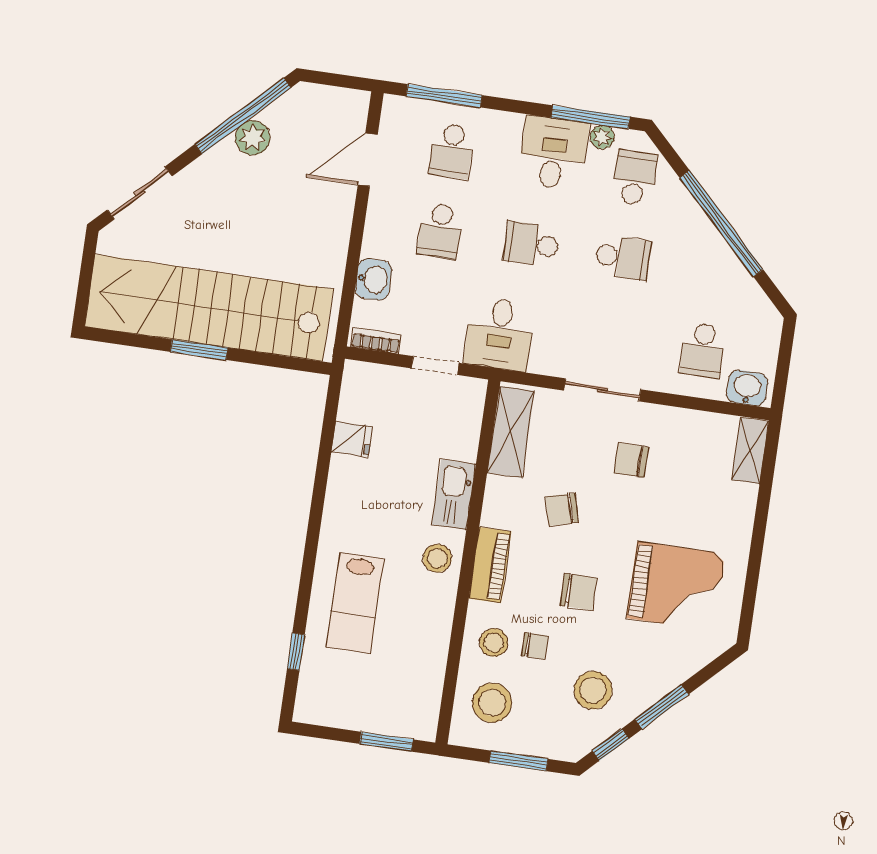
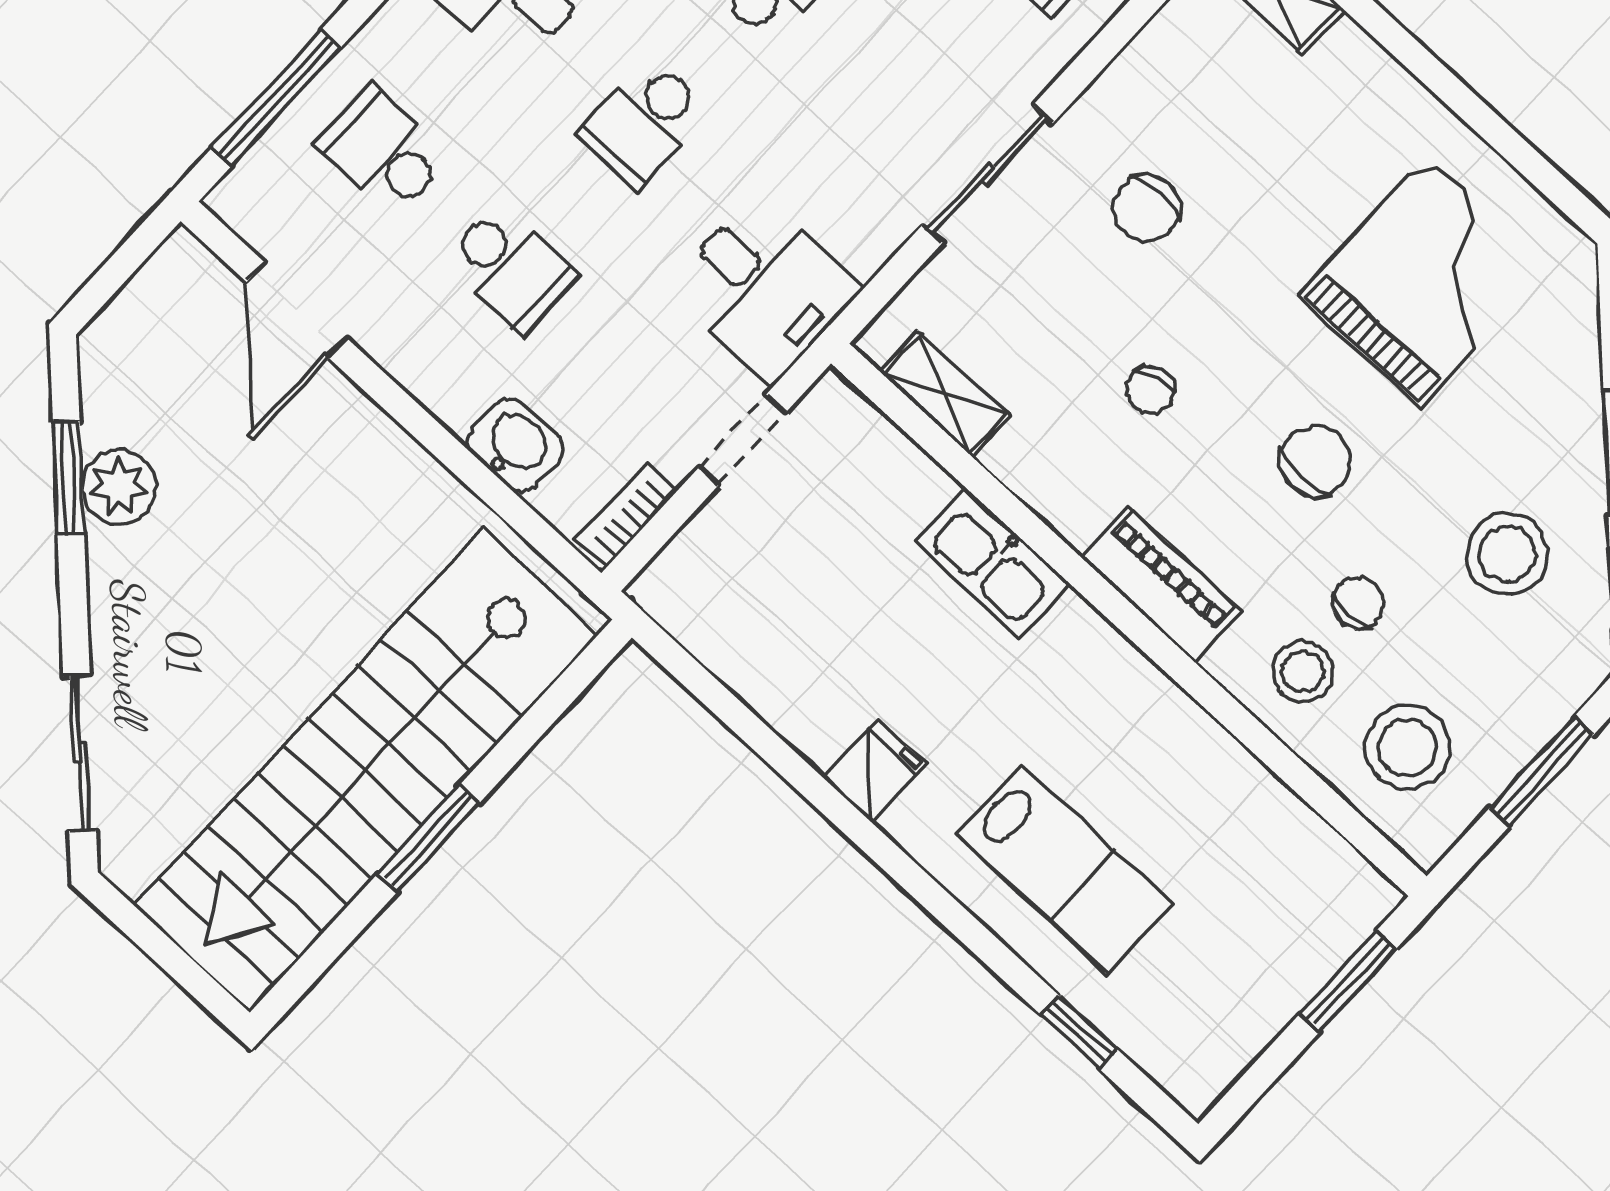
window: (243, 116) -> (69, 478), width x0.47
school desk: (452, 151) -> (383, 151), turned 180
shelving: (511, 432) -> (945, 394), width x0.67, depth x0.75
fridge: (352, 439) -> (874, 771), moved
chair: (562, 510) -> (1150, 390), width x0.73, depth x0.73
stool: (437, 558) -> (1085, 669), removed

